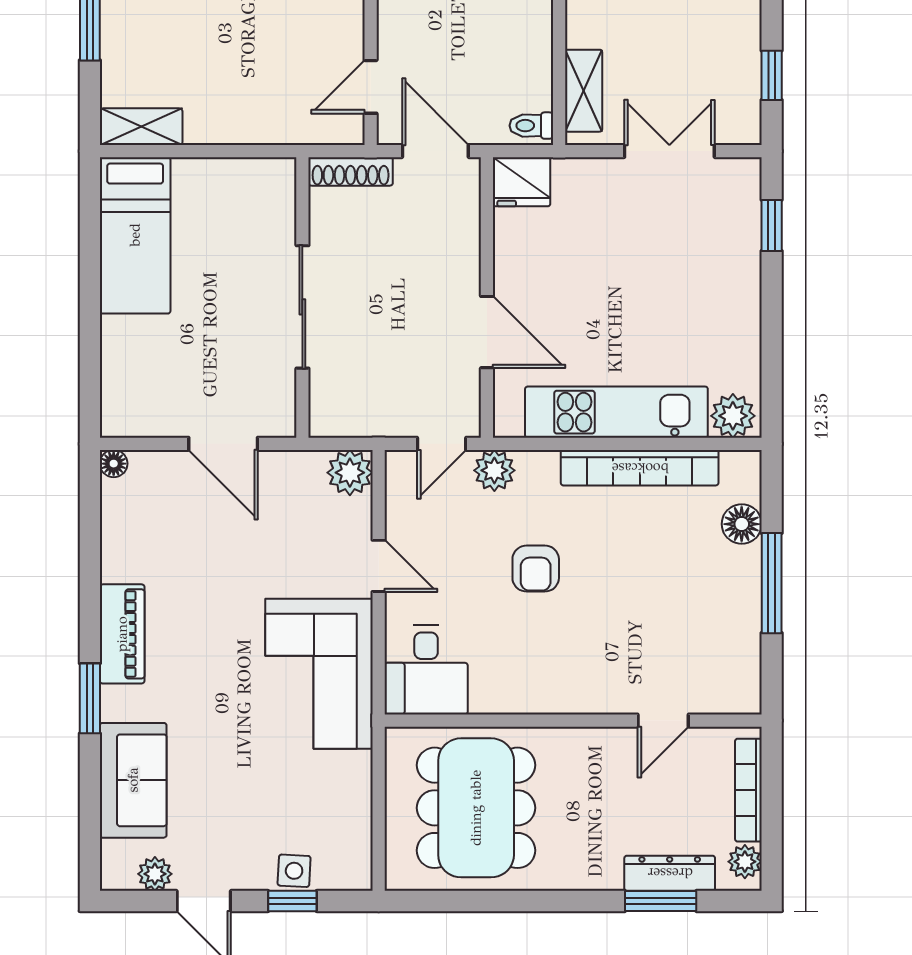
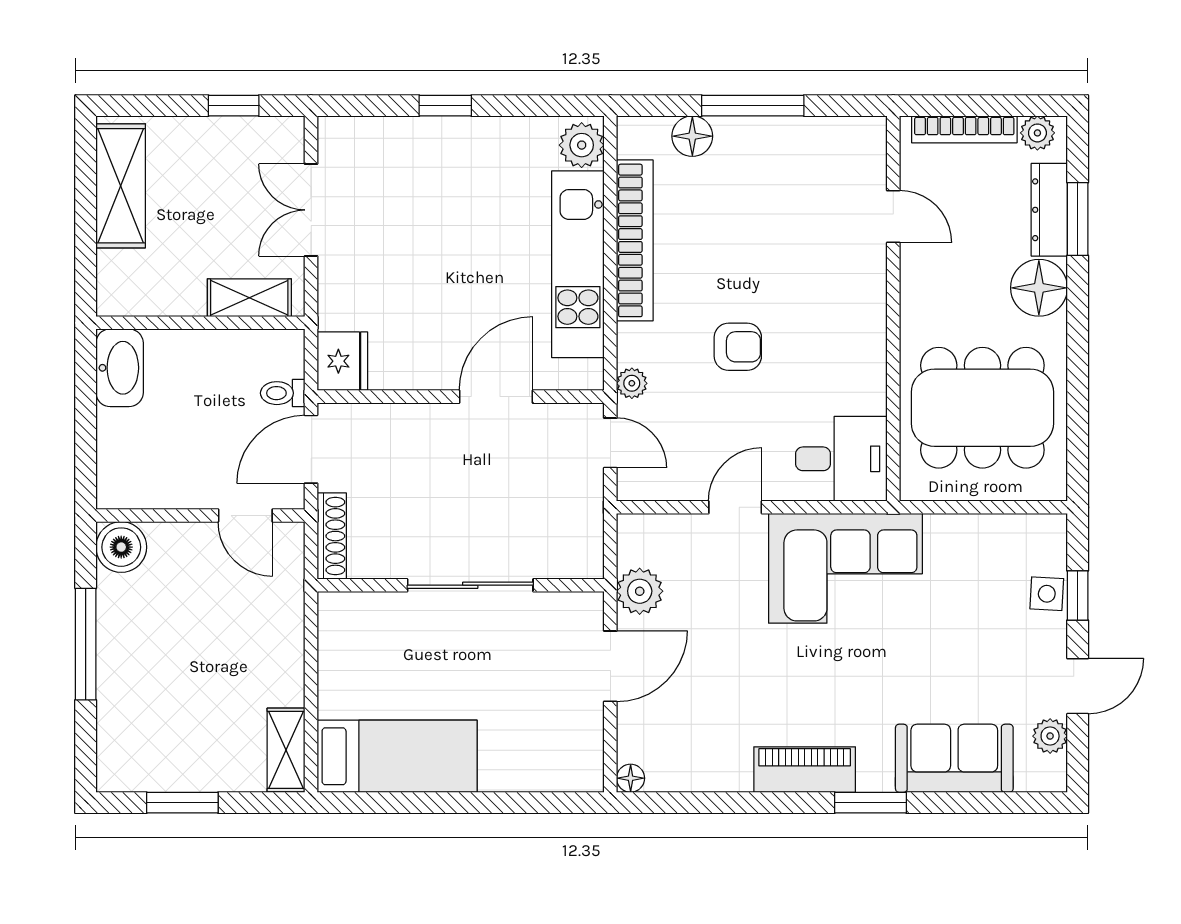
toilet: (531, 126) -> (283, 393), moved, turned 90
window: (772, 225) -> (445, 106), moved
plant: (494, 470) -> (632, 383), width x0.73, depth x0.73
plant: (350, 473) -> (640, 591), moved
floor lamp: (593, 863) -> (1039, 288), added

